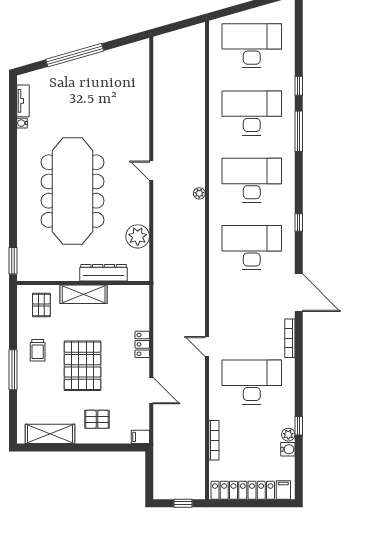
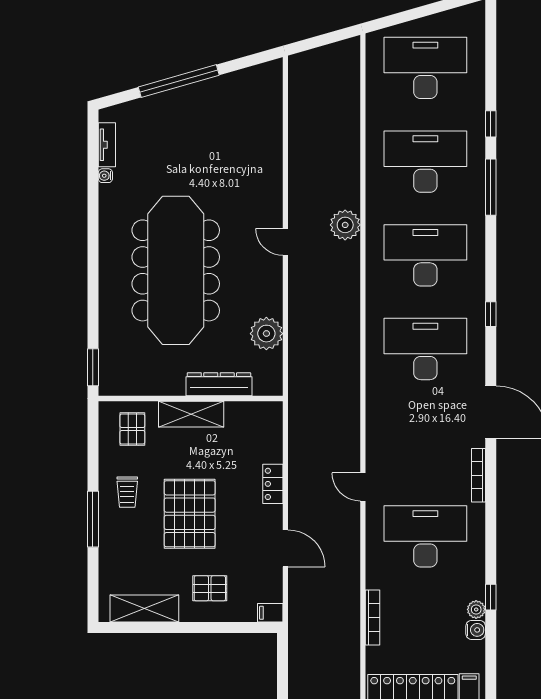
plant: (199, 193) -> (345, 225), moved, width x1.87, depth x1.87

